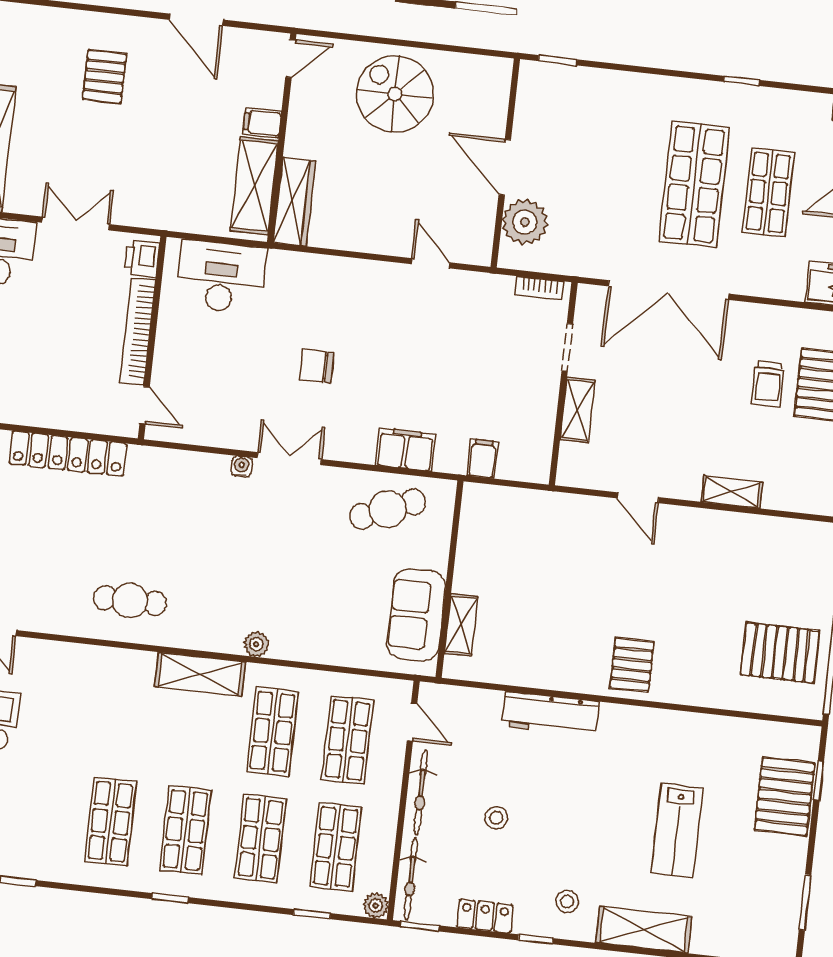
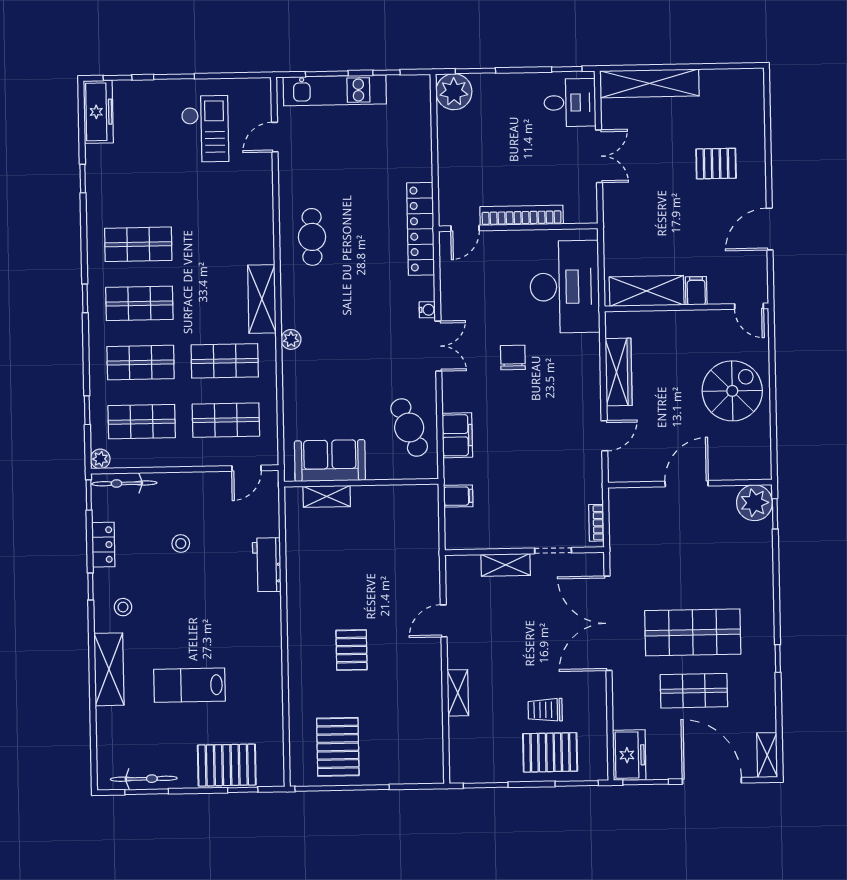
wardrobe: (294, 202) -> (619, 372), moved, turned -90
plant: (525, 222) -> (754, 503), moved
printer: (142, 259) -> (579, 211), removed
desk: (221, 277) -> (565, 287), width x1.36, depth x1.30
locker: (68, 454) -> (421, 229), moved
pallet: (632, 665) -> (352, 650), moved, turned 90
workbench: (550, 714) -> (267, 565), width x0.73
bicycle: (421, 793) -> (144, 779), moved, turned 180

